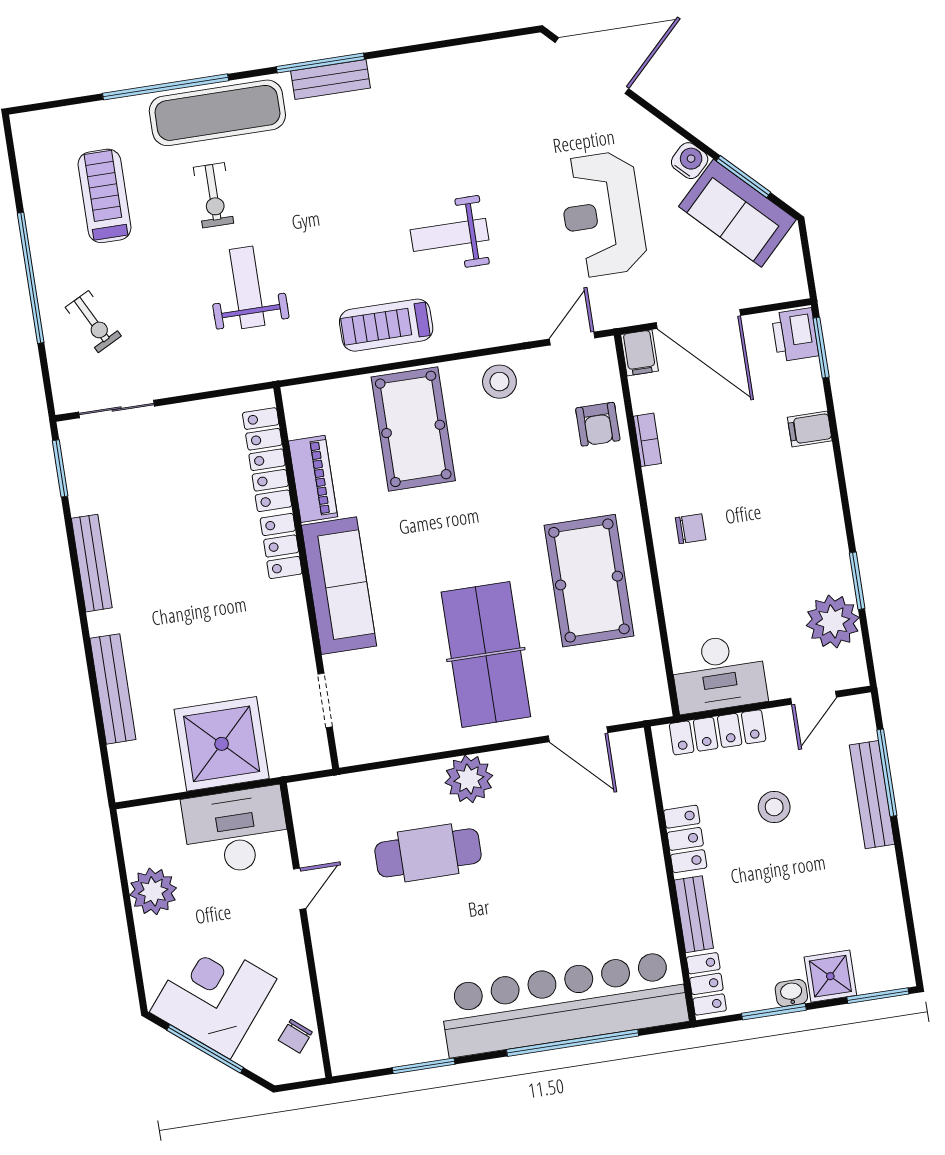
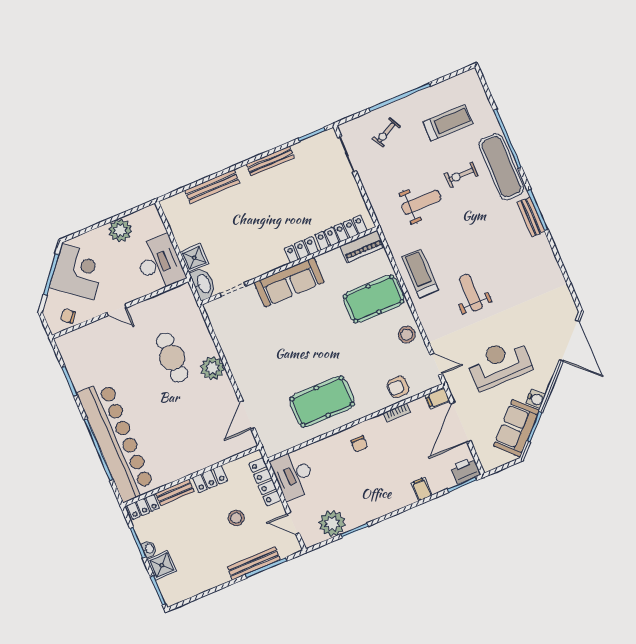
piano: (313, 479) -> (362, 246), moved
table tennis table: (486, 654) -> (274, 361), removed
shower: (222, 744) -> (194, 258), width x0.54, depth x0.54
washbasin: (299, 755) -> (203, 284), added
door: (300, 889) -> (117, 310), moved

